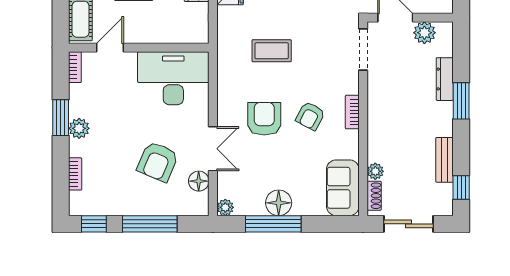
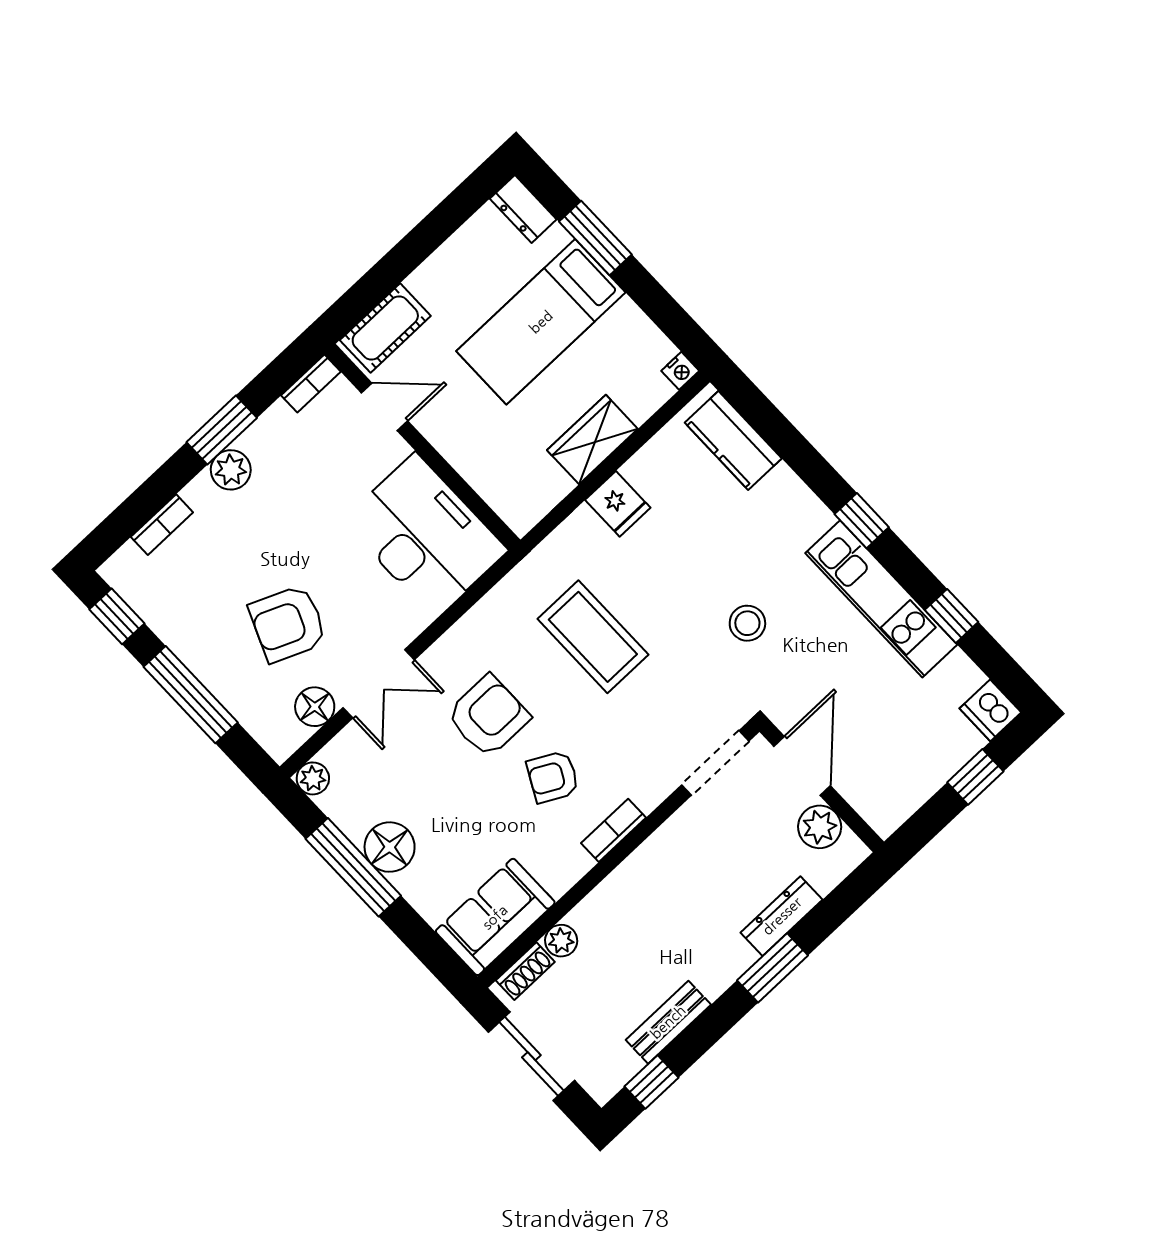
coffee table: (272, 51) -> (593, 637), width x1.36, depth x1.32

